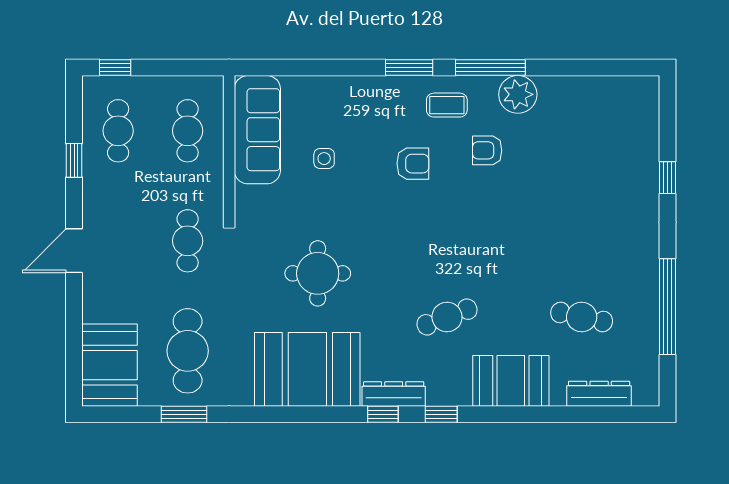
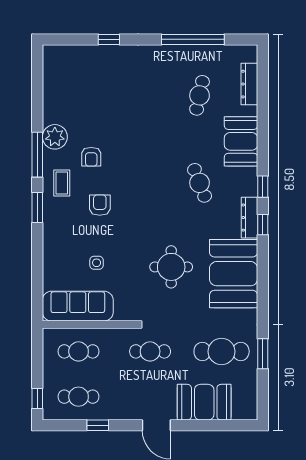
booth: (110, 365) -> (204, 402), moved

